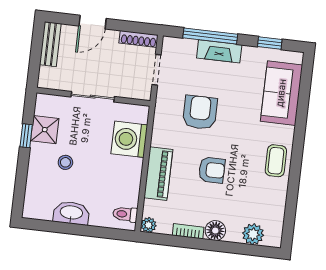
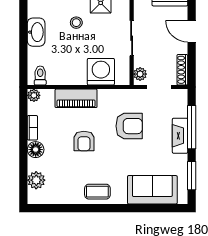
window: (270, 43) -> (192, 176), width x1.50
plant: (138, 91) -> (140, 74), added

